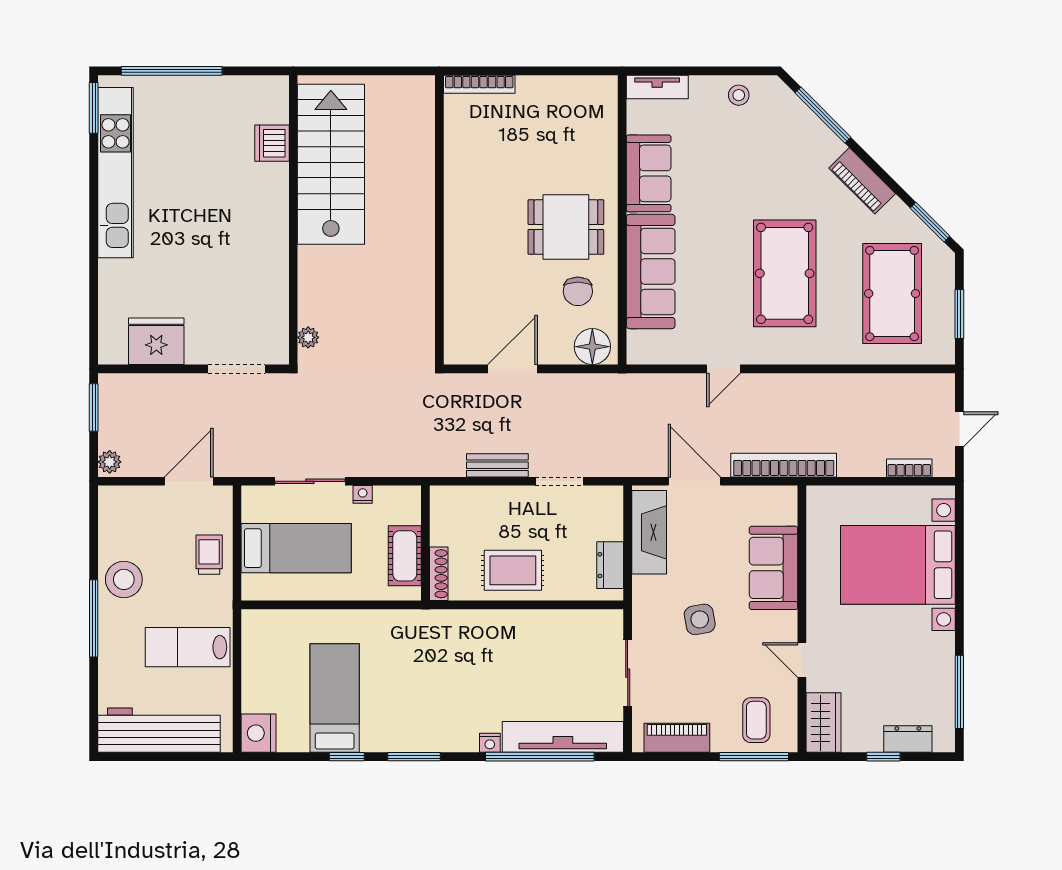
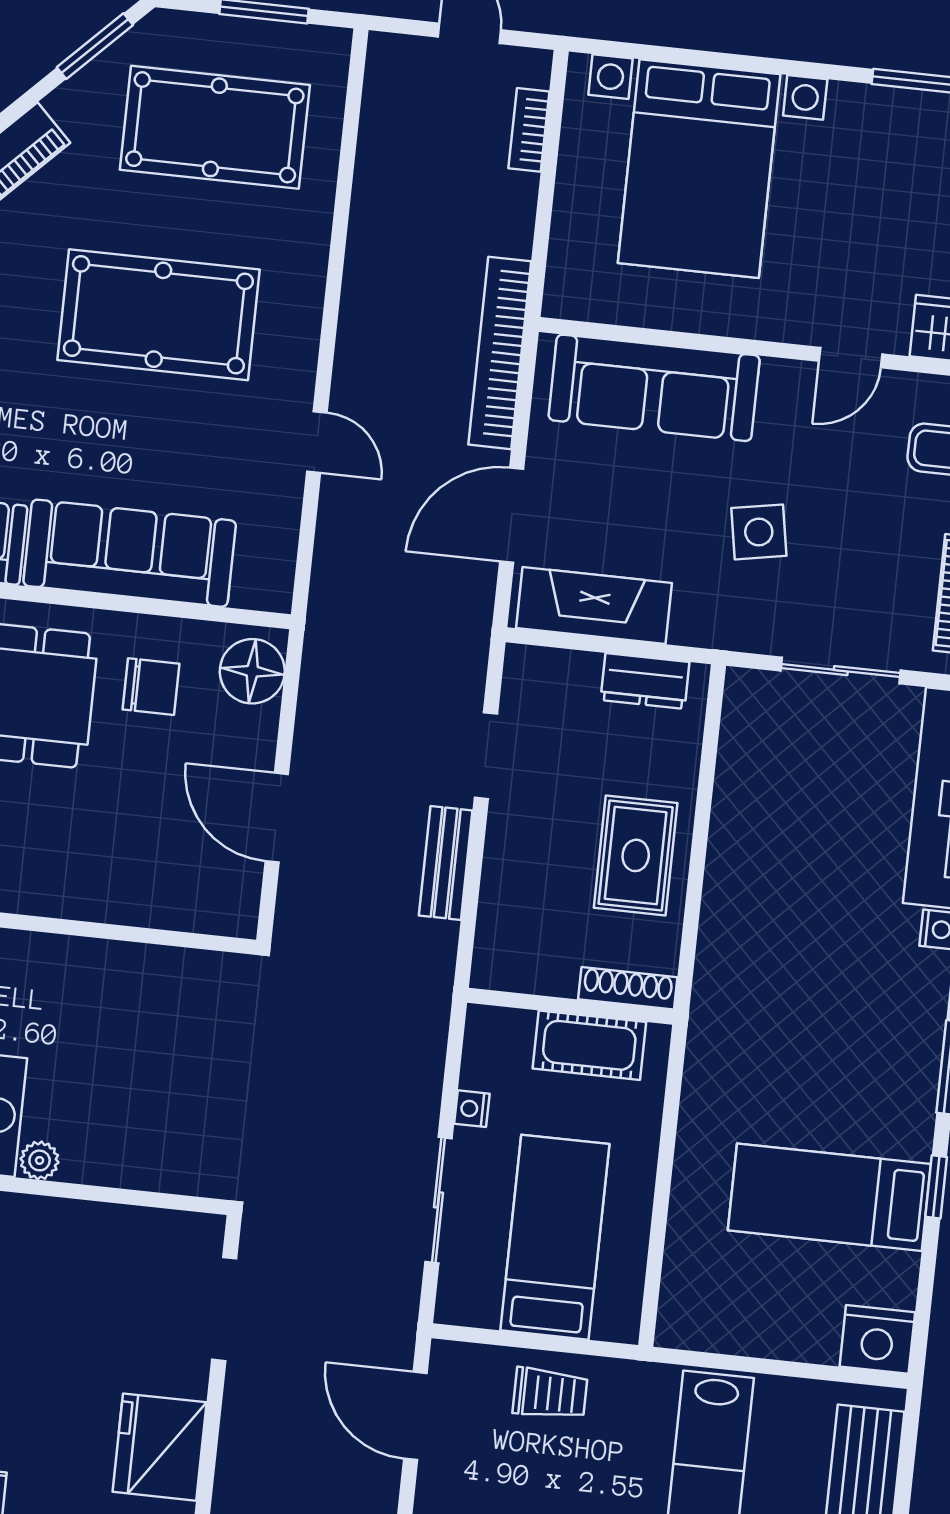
plant: (308, 337) -> (40, 1160), moved
trolley: (209, 555) -> (550, 1393), turned 180
sofa: (774, 568) -> (654, 388), width x1.36

